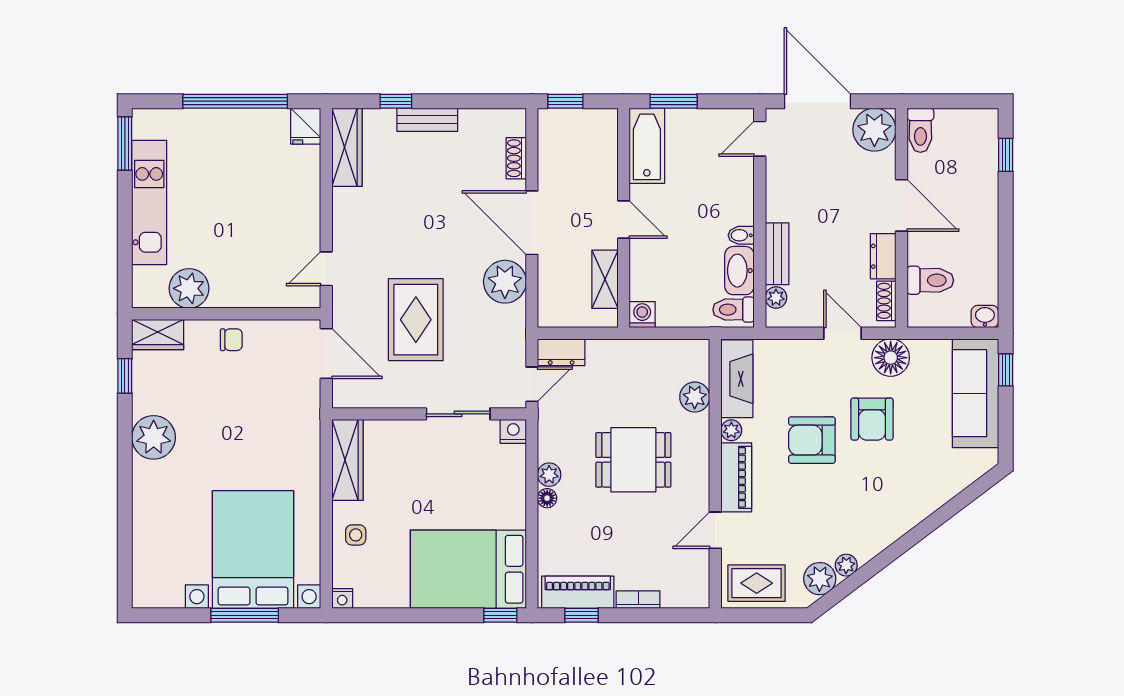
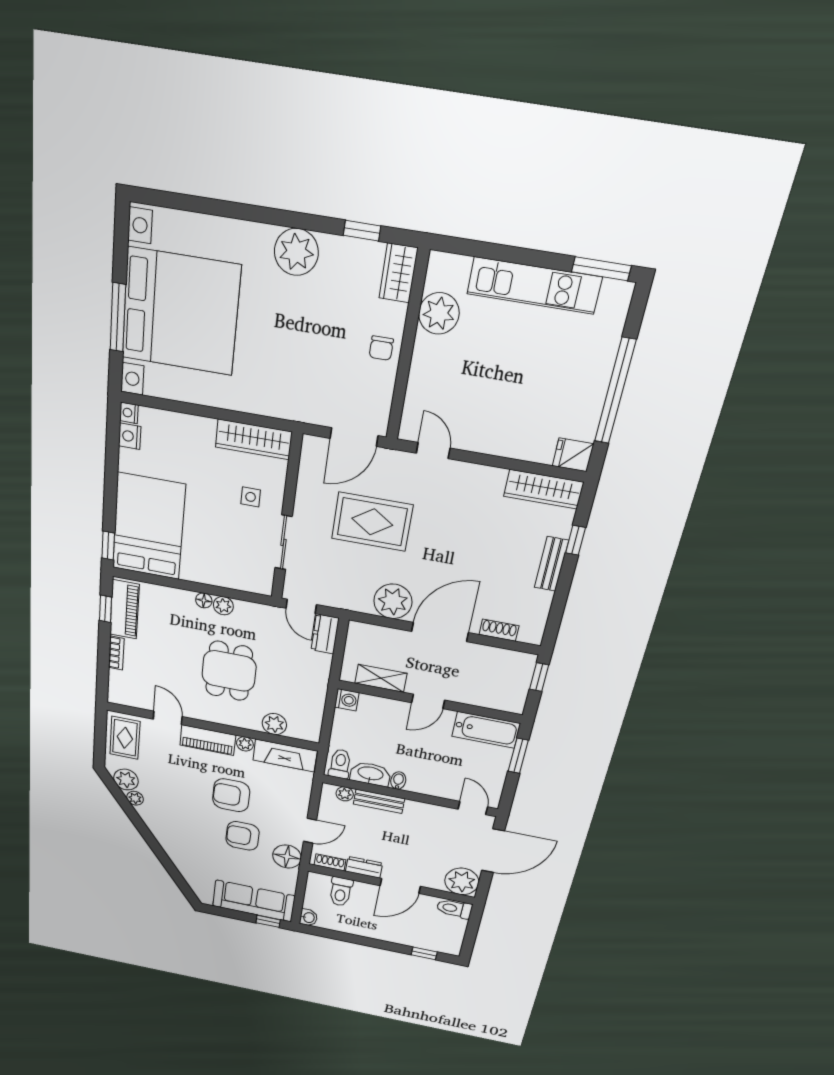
nightstand: (513, 431) -> (130, 436), moved, turned 180
armchair: (812, 440) -> (231, 795), turned -90
side table: (356, 535) -> (251, 497), moved
bed with nightstands: (253, 549) -> (180, 312), width x1.36

